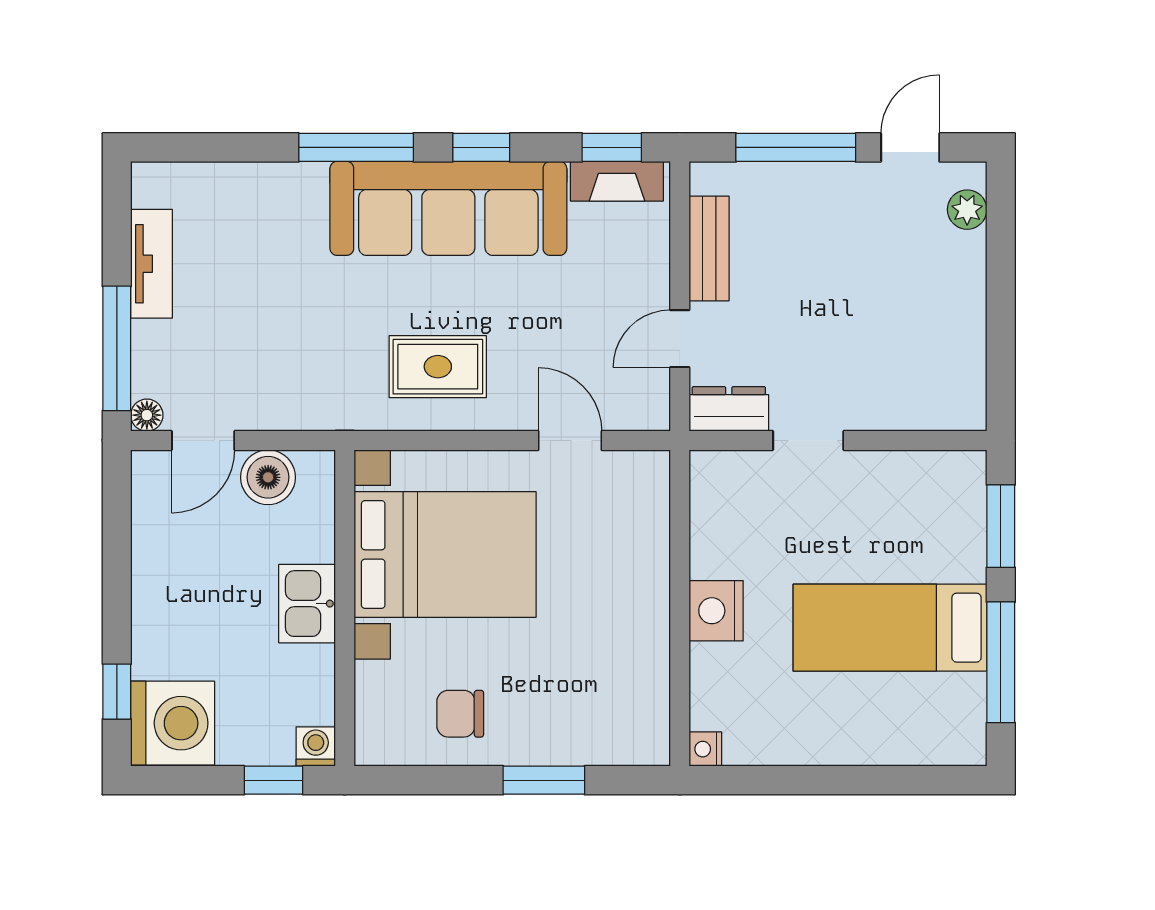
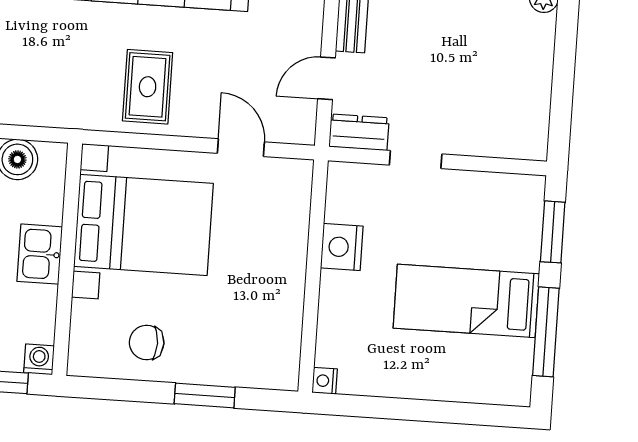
rug: (438, 367) -> (148, 87), turned 90
nightstand: (716, 611) -> (342, 247), moved

